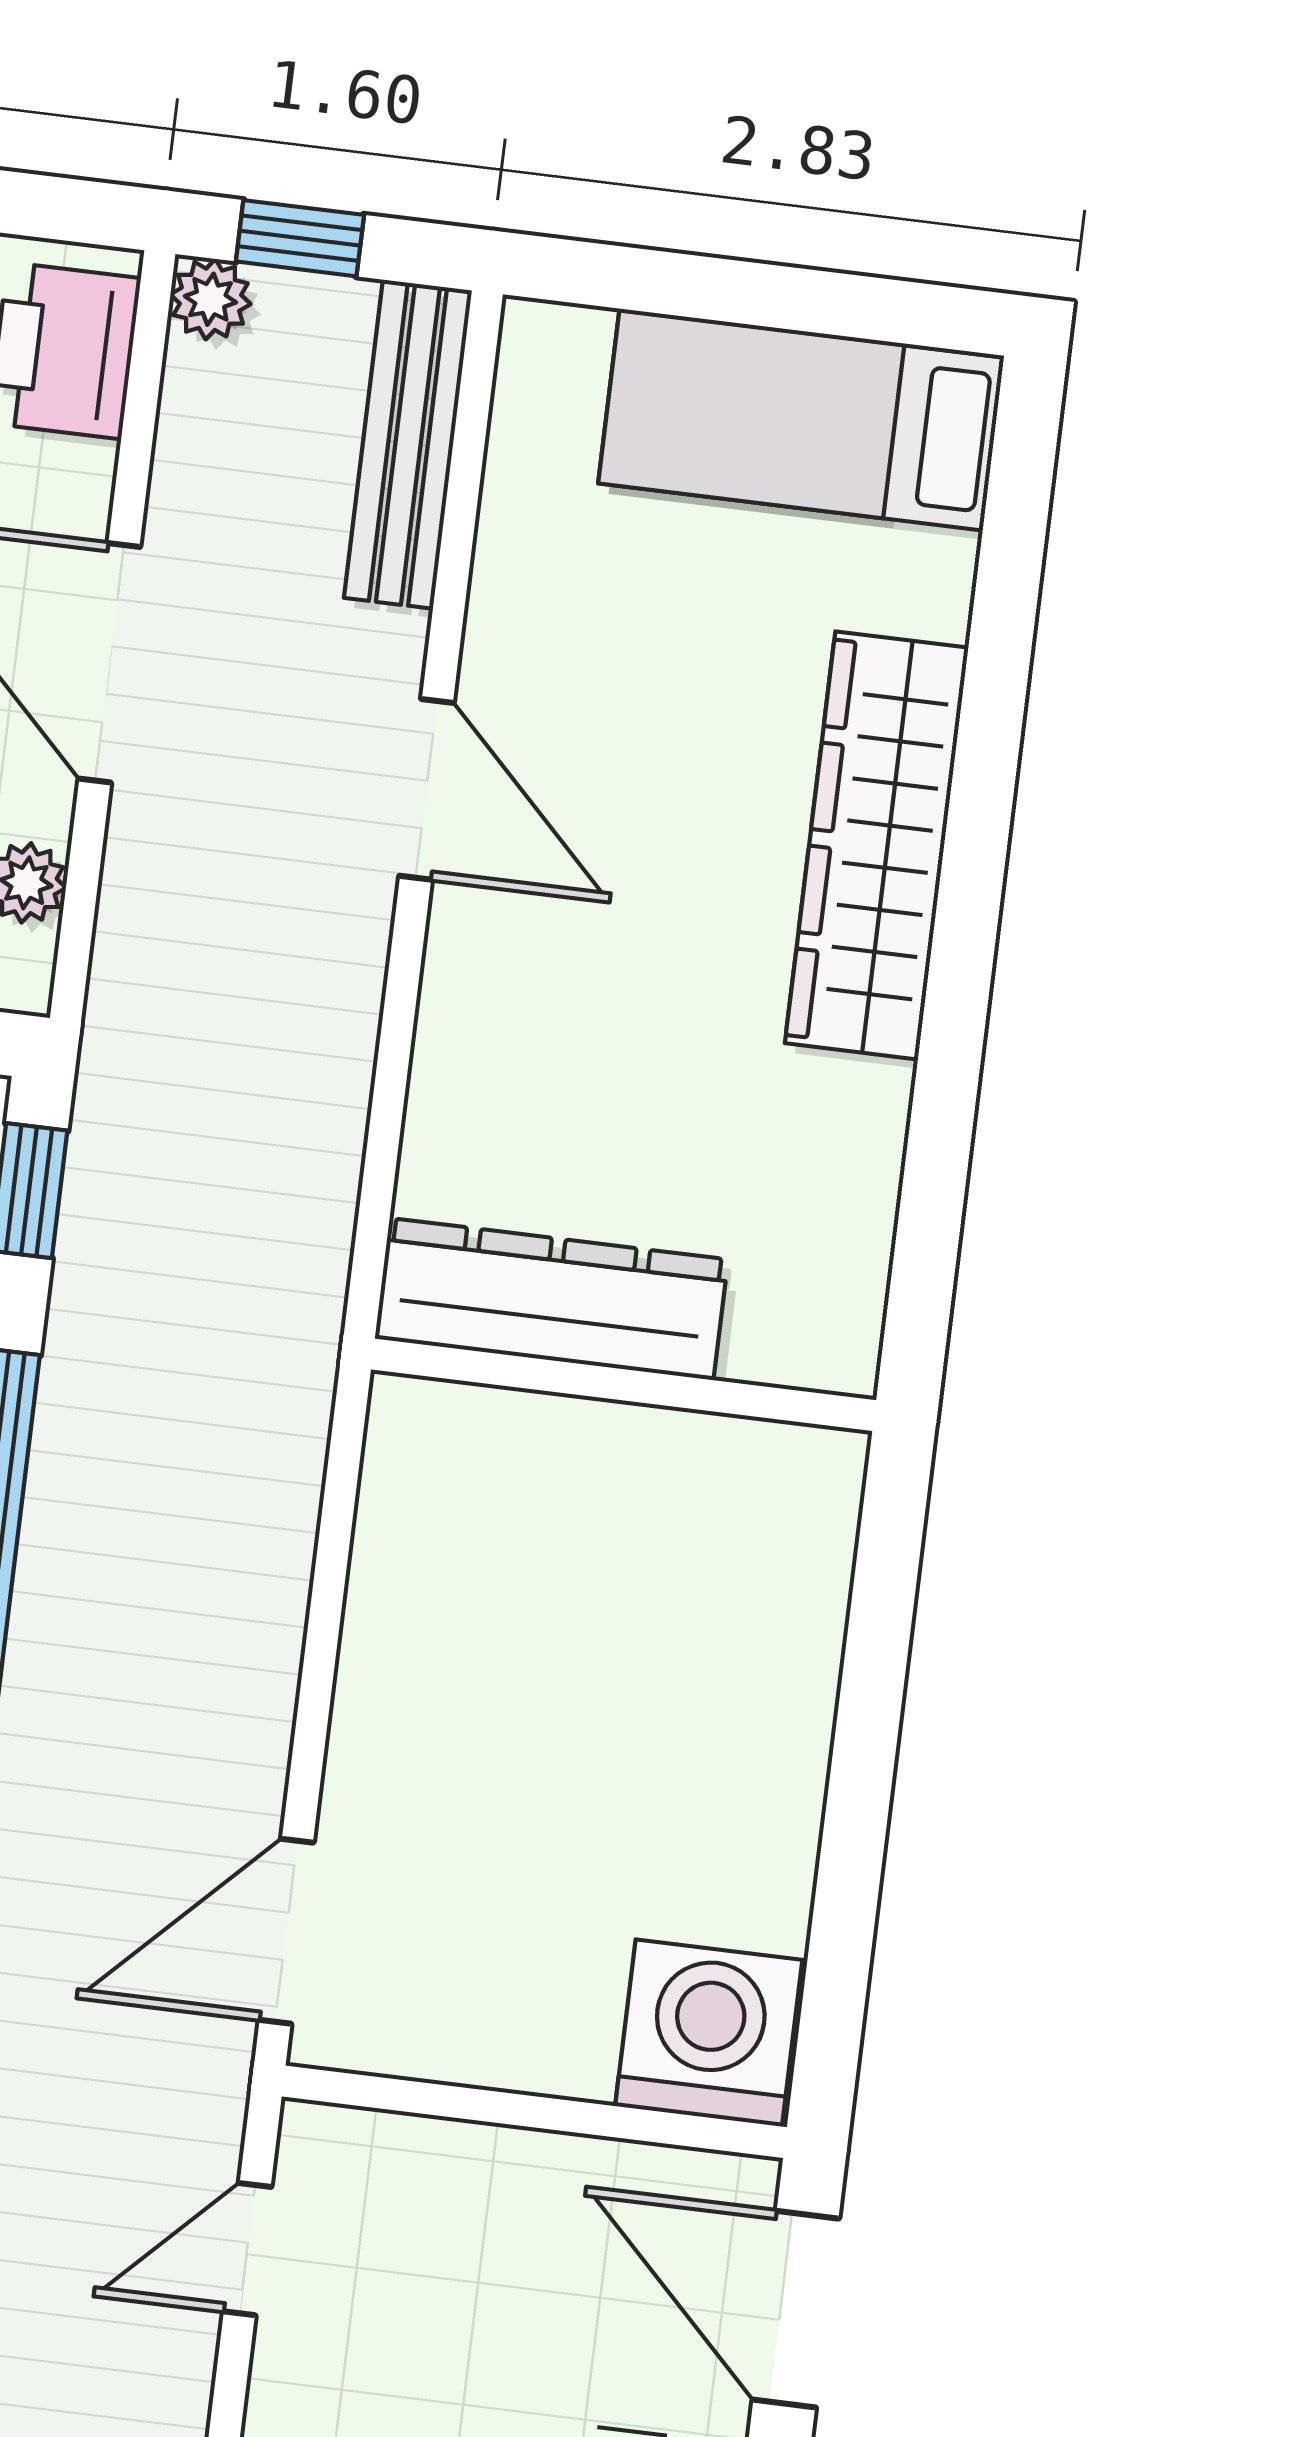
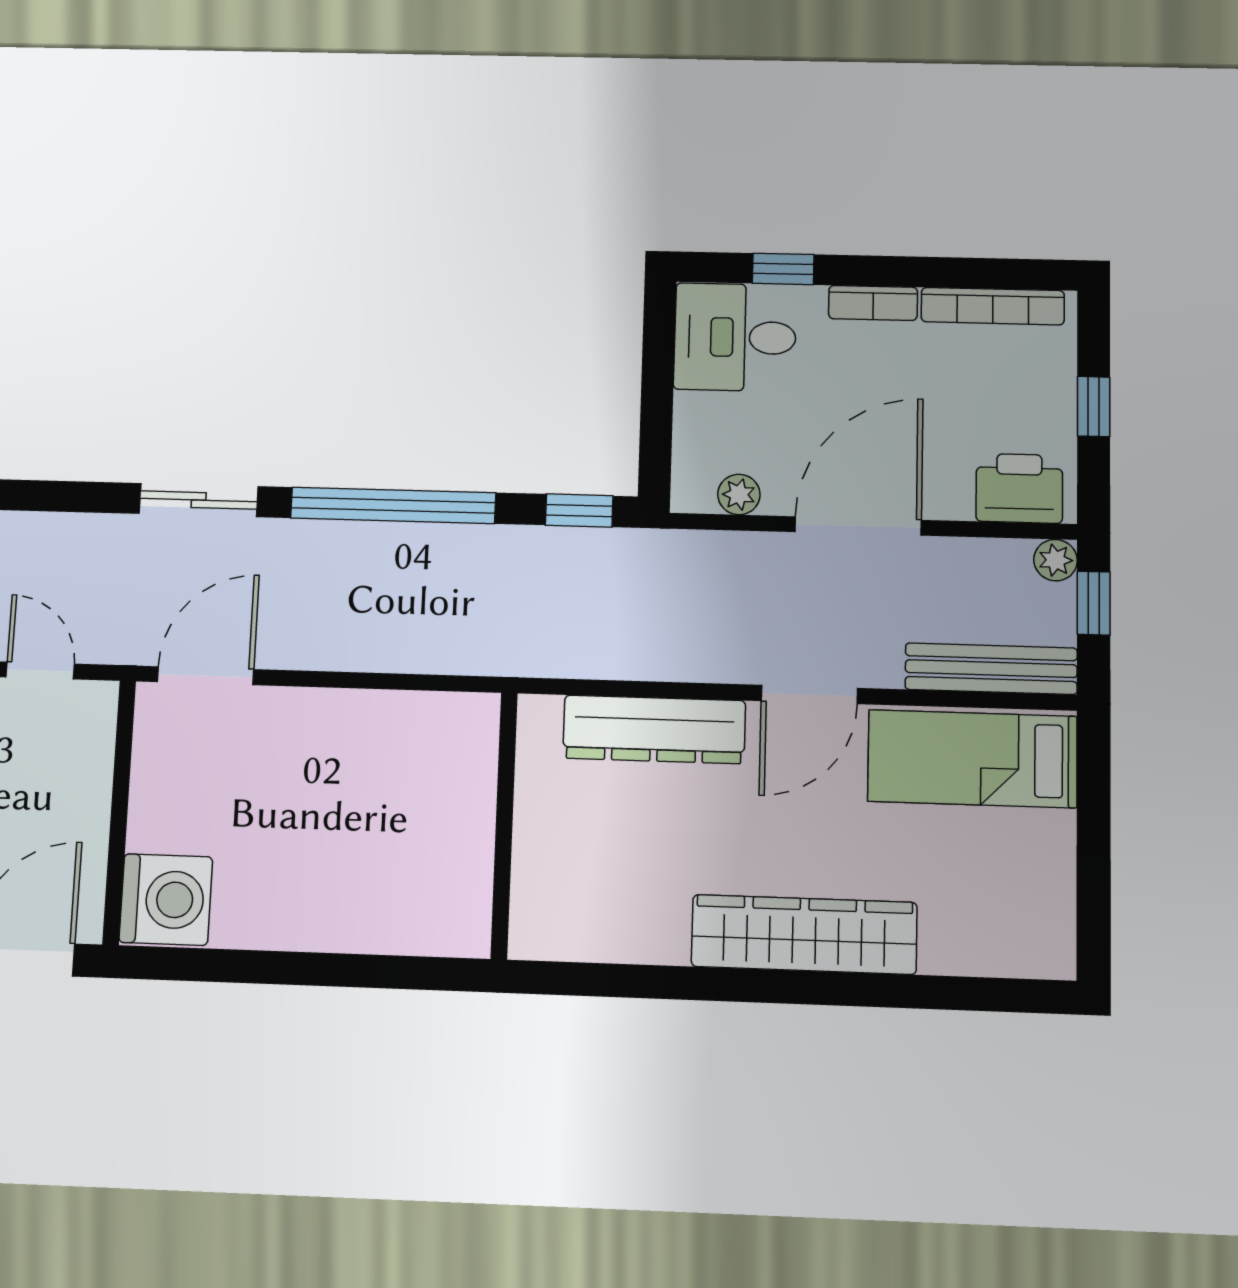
bed: (801, 420) -> (972, 759), moved, turned -90
dresser: (551, 1299) -> (654, 729), moved, turned 90
door: (286, 1931) -> (206, 676), hinge flipped

